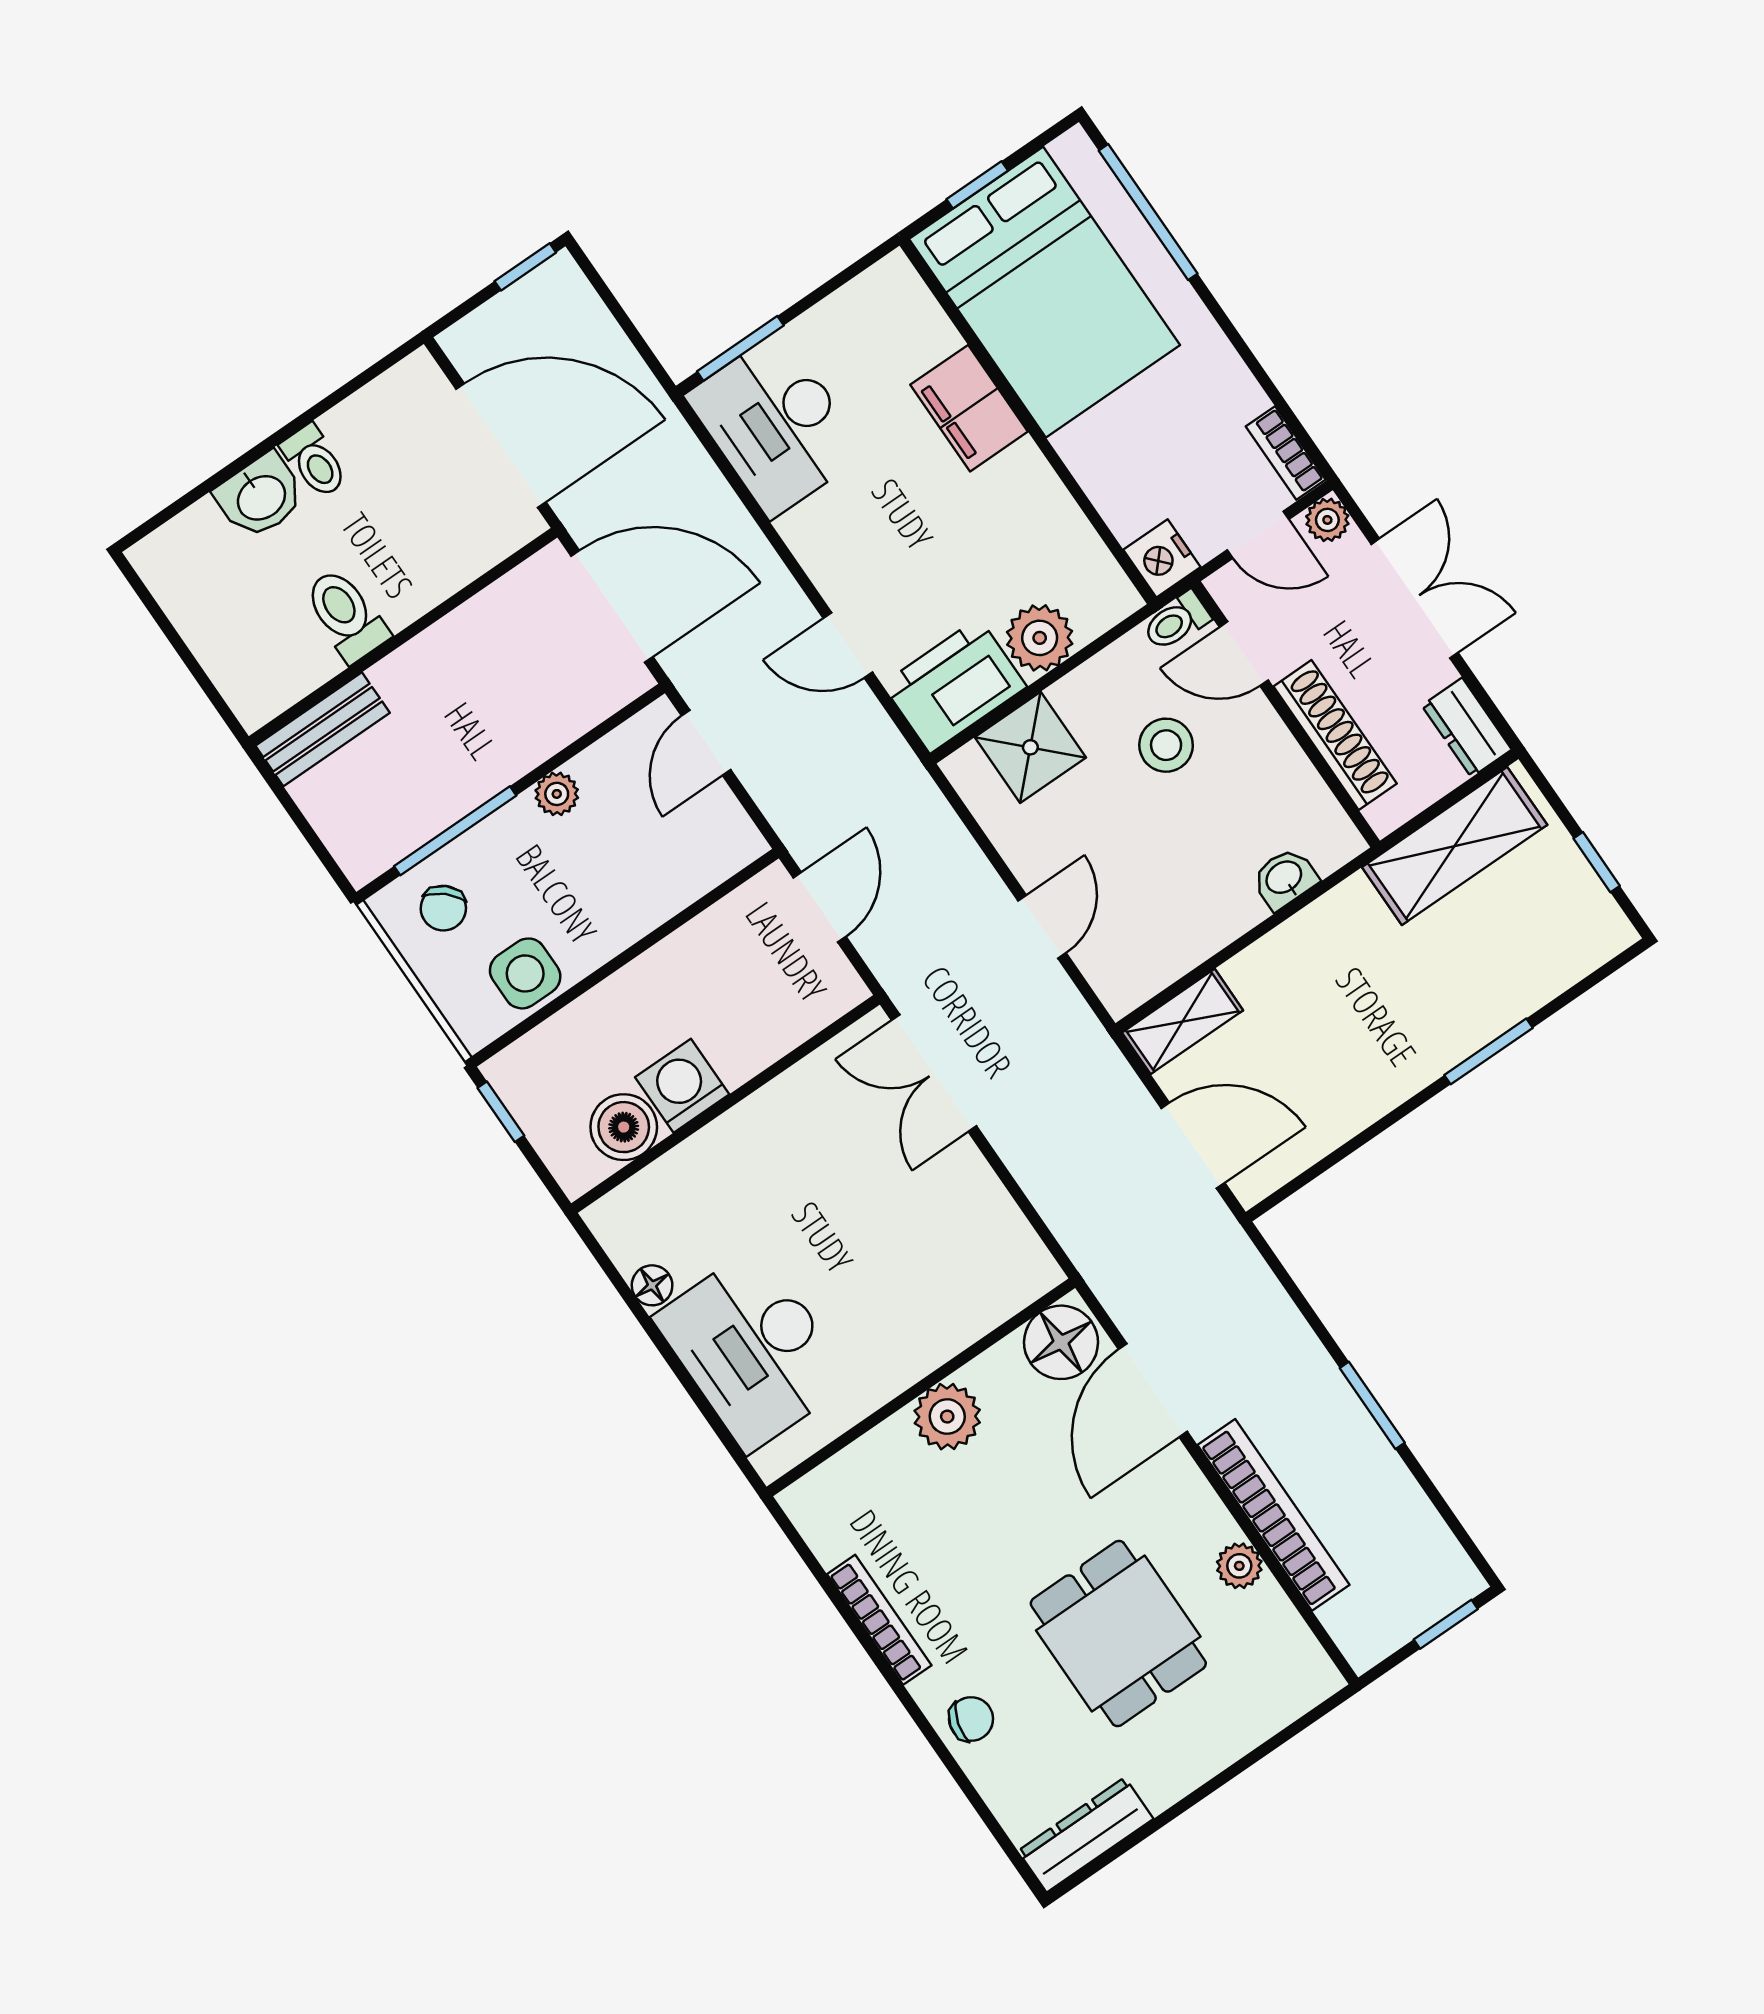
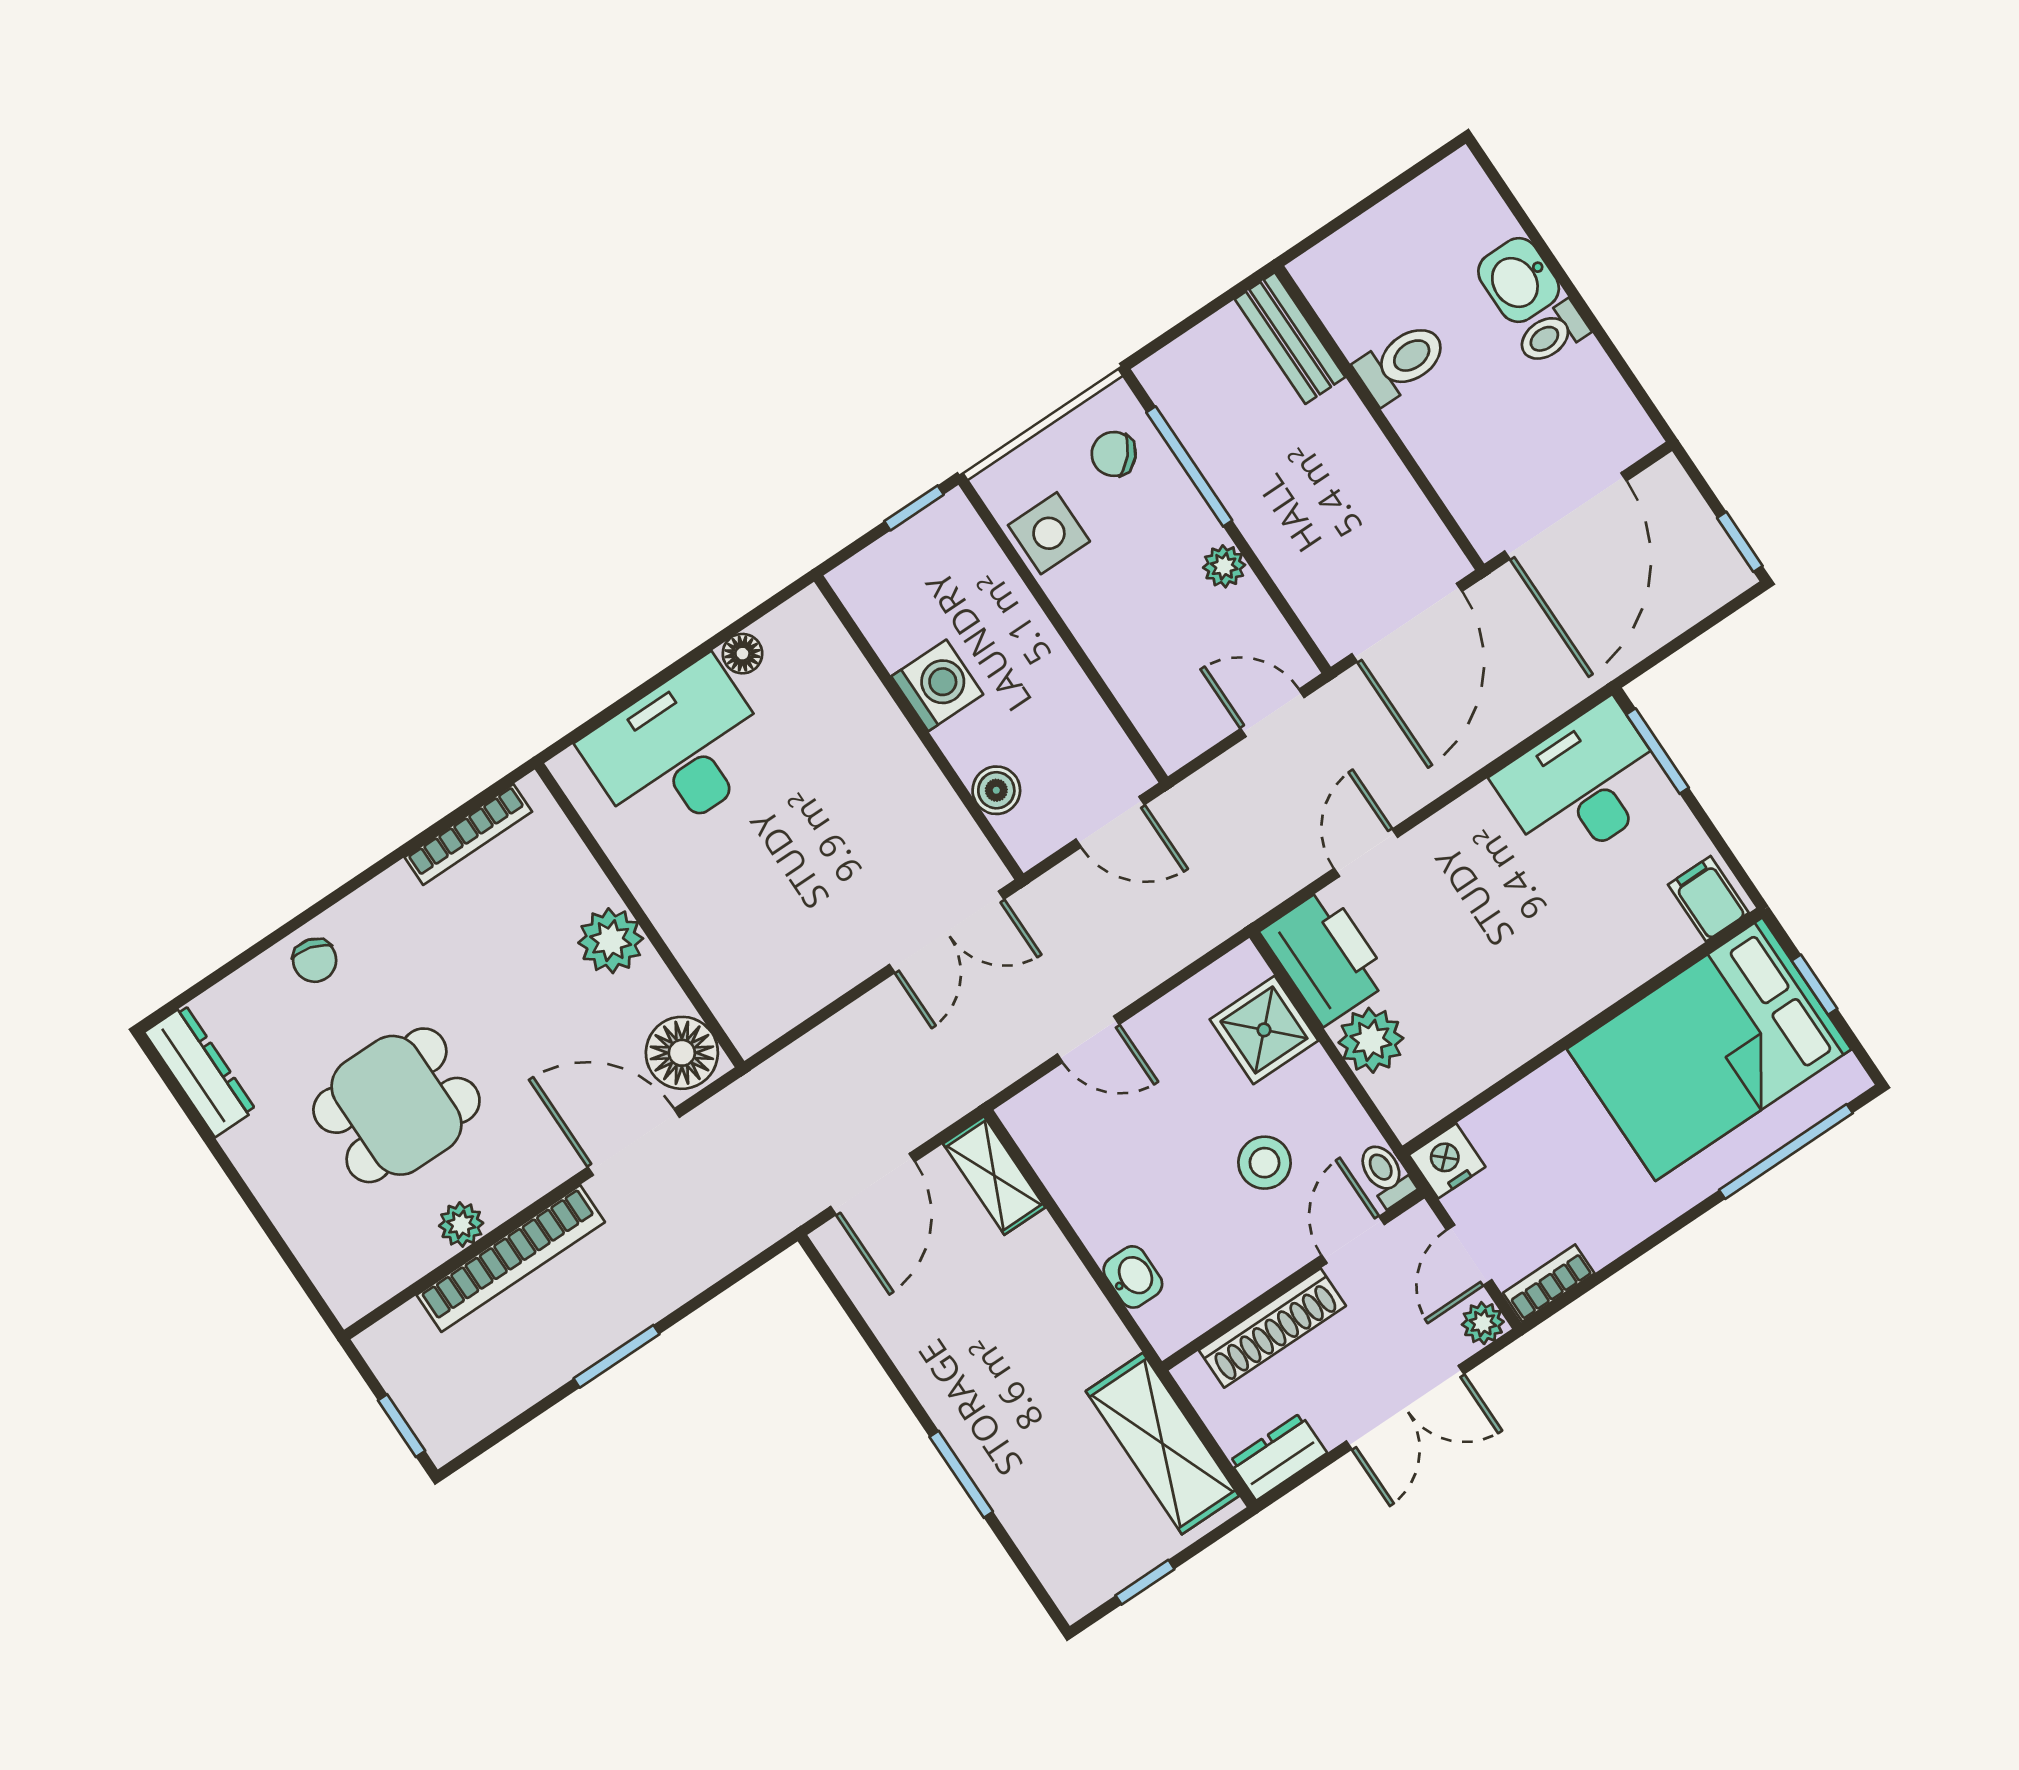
filing cabinet: (969, 408) -> (1708, 899), moved, width x0.50
double door: (934, 1073) -> (947, 932), swing flipped
boiler: (624, 1127) -> (996, 790), moved, width x0.73, depth x0.73
bookcase: (879, 1620) -> (468, 834), moved

